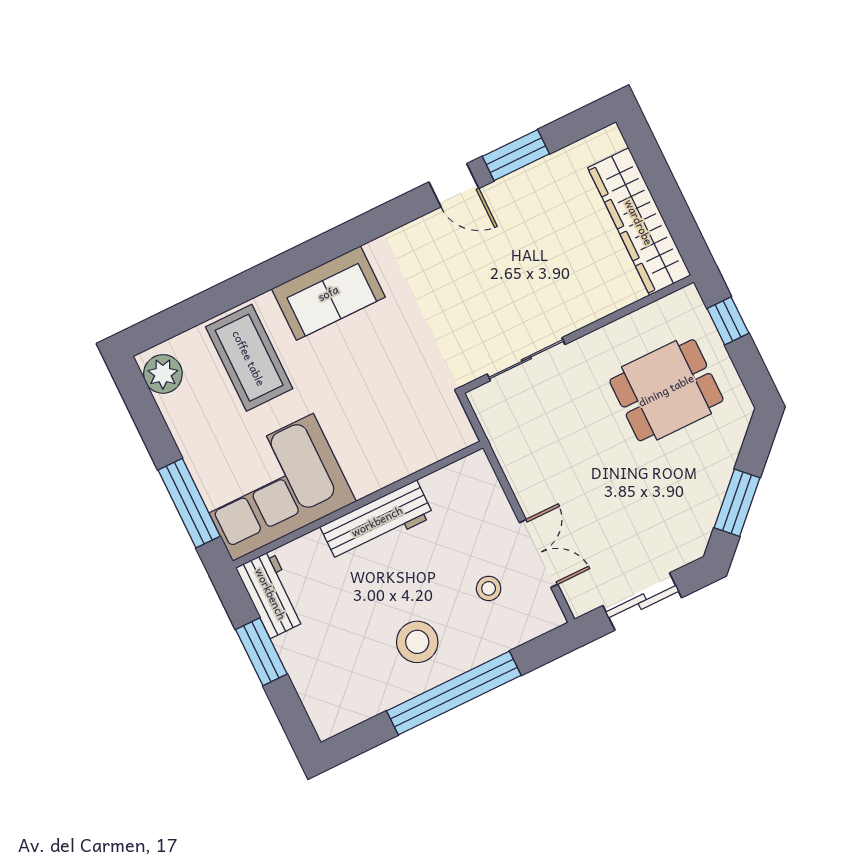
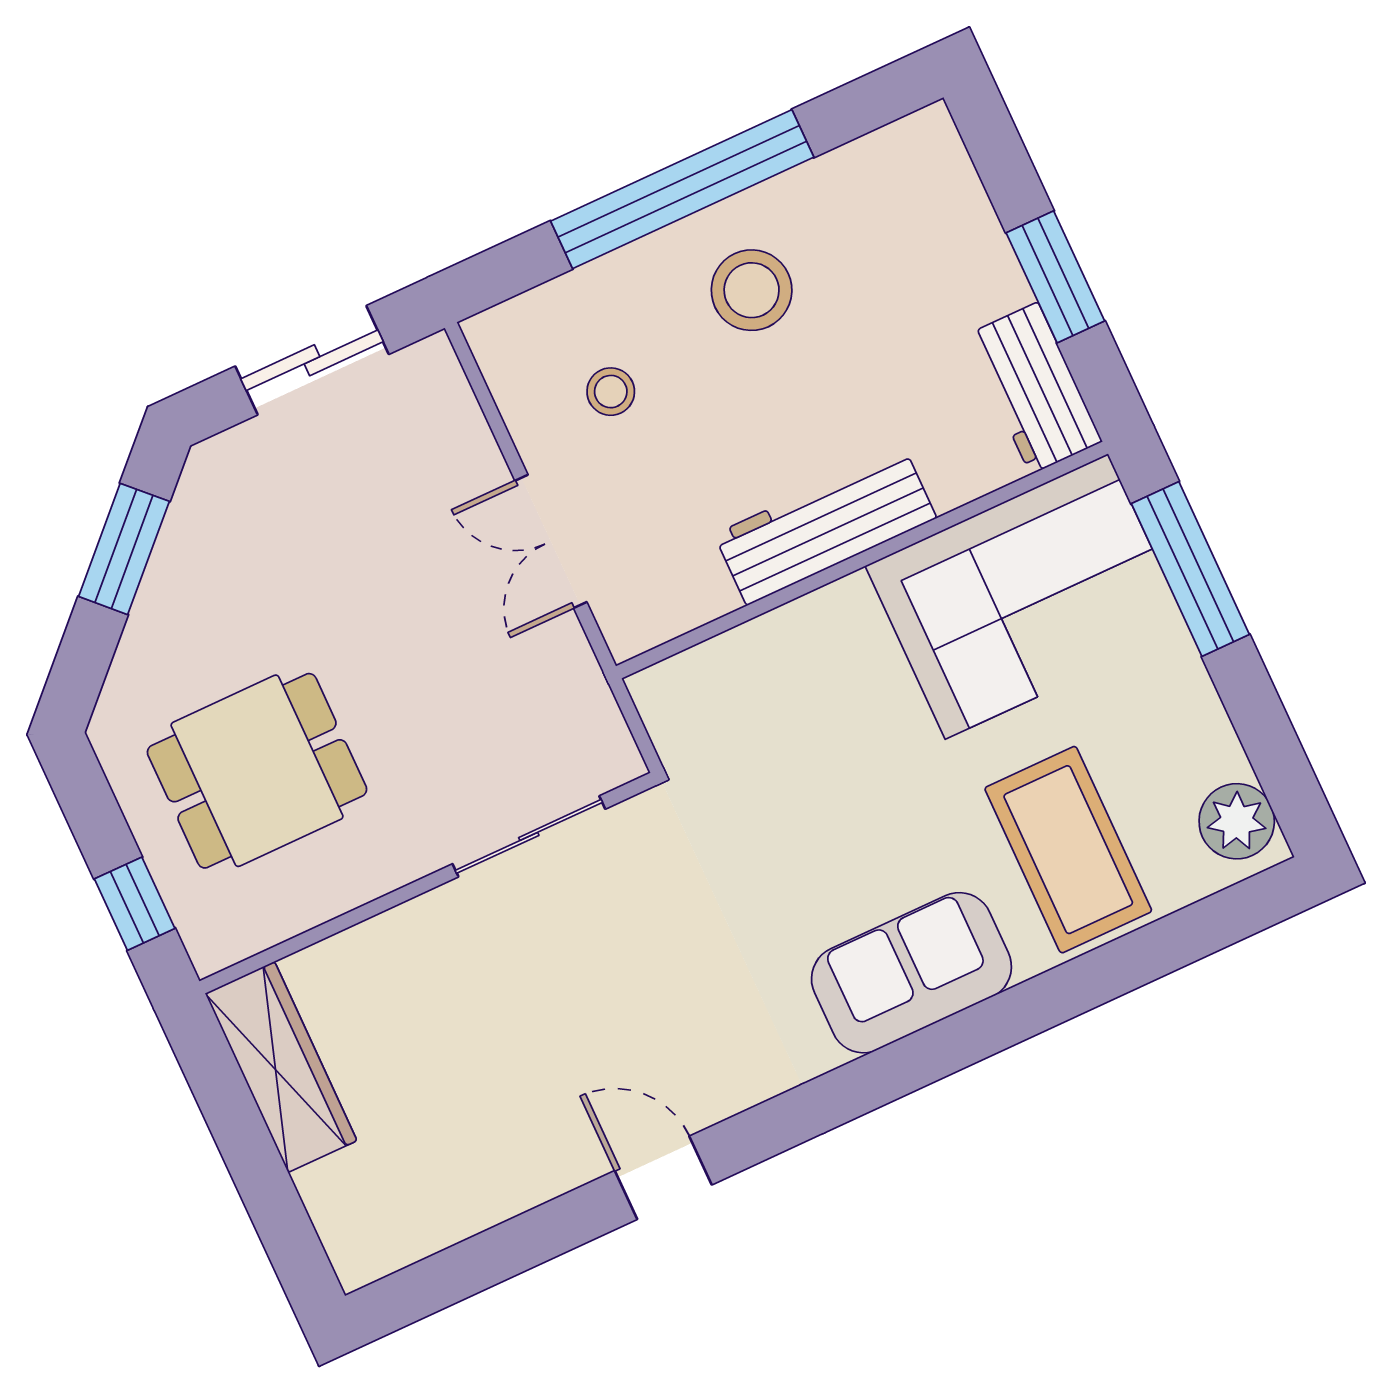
window: (516, 155) -> (541, 1234), removed
wardrobe: (639, 222) -> (281, 1067), width x0.71, depth x0.85
double door: (538, 553) -> (551, 541), moved

